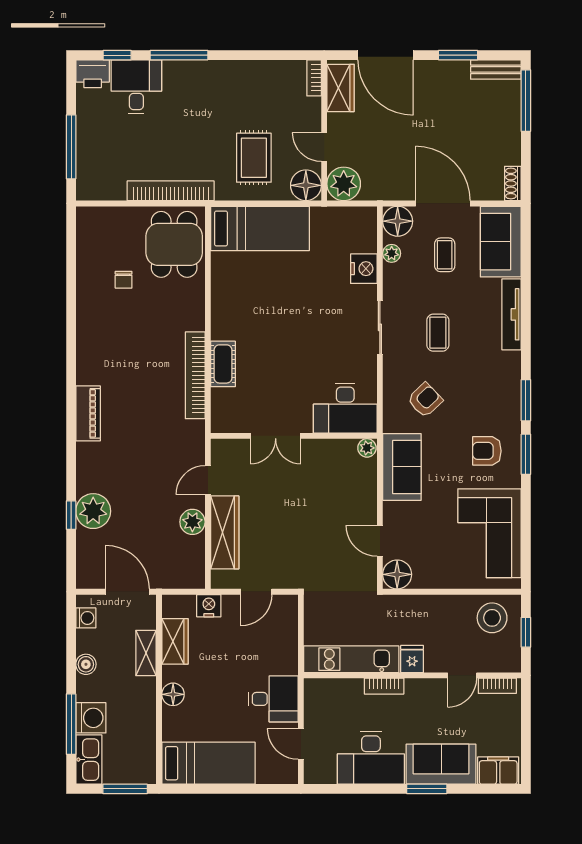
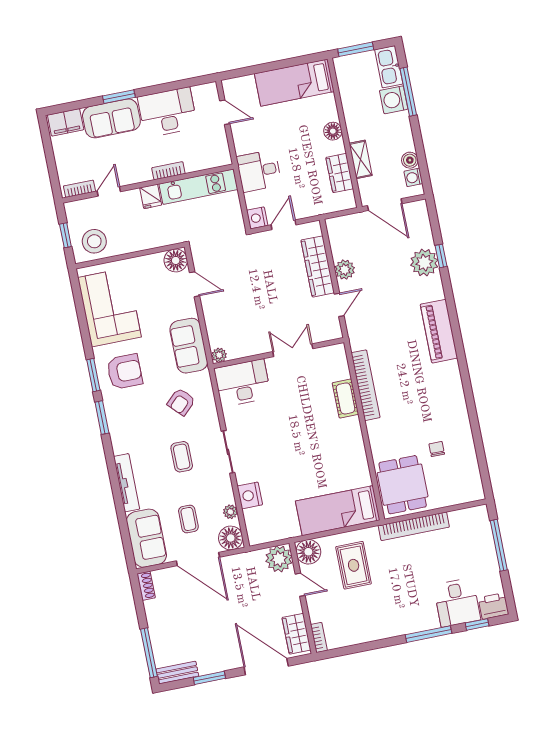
piano: (88, 413) -> (439, 331), width x1.37, depth x1.33
armchair: (487, 451) -> (125, 372), width x1.38, depth x1.38
nightstand: (209, 606) -> (257, 218), moved, turned 90
boiler: (86, 664) -> (410, 160), moved
desk: (273, 699) -> (259, 171), moved

